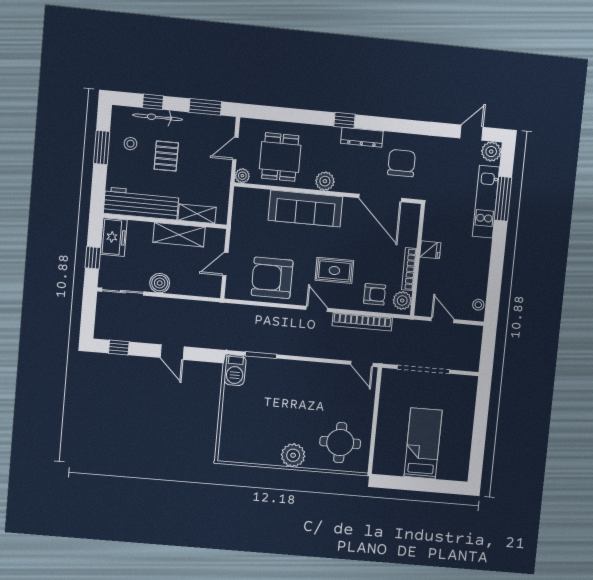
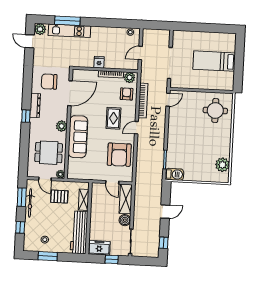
bicycle: (158, 117) -> (30, 203), moved
pallet: (166, 156) -> (59, 197), moved
shelving: (179, 235) -> (126, 199), moved
plant: (293, 455) -> (222, 165), moved

